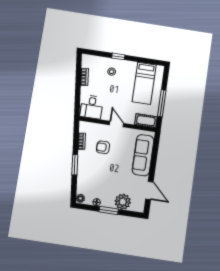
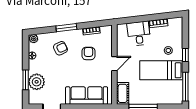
window: (148, 61) -> (185, 87), added
bed: (144, 83) -> (161, 70), moved
desk: (92, 107) -> (139, 33), moved, turned 83
armchair: (94, 174) -> (60, 48), added
window: (109, 210) -> (26, 80), moved

